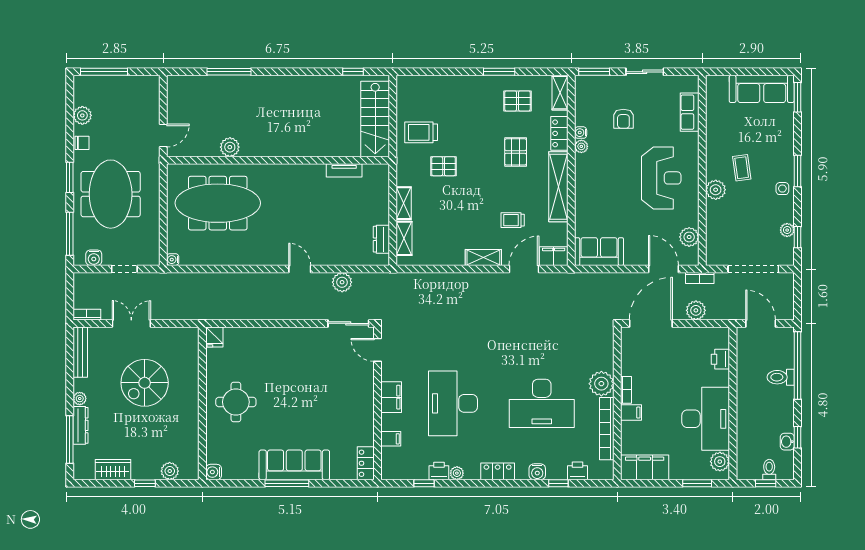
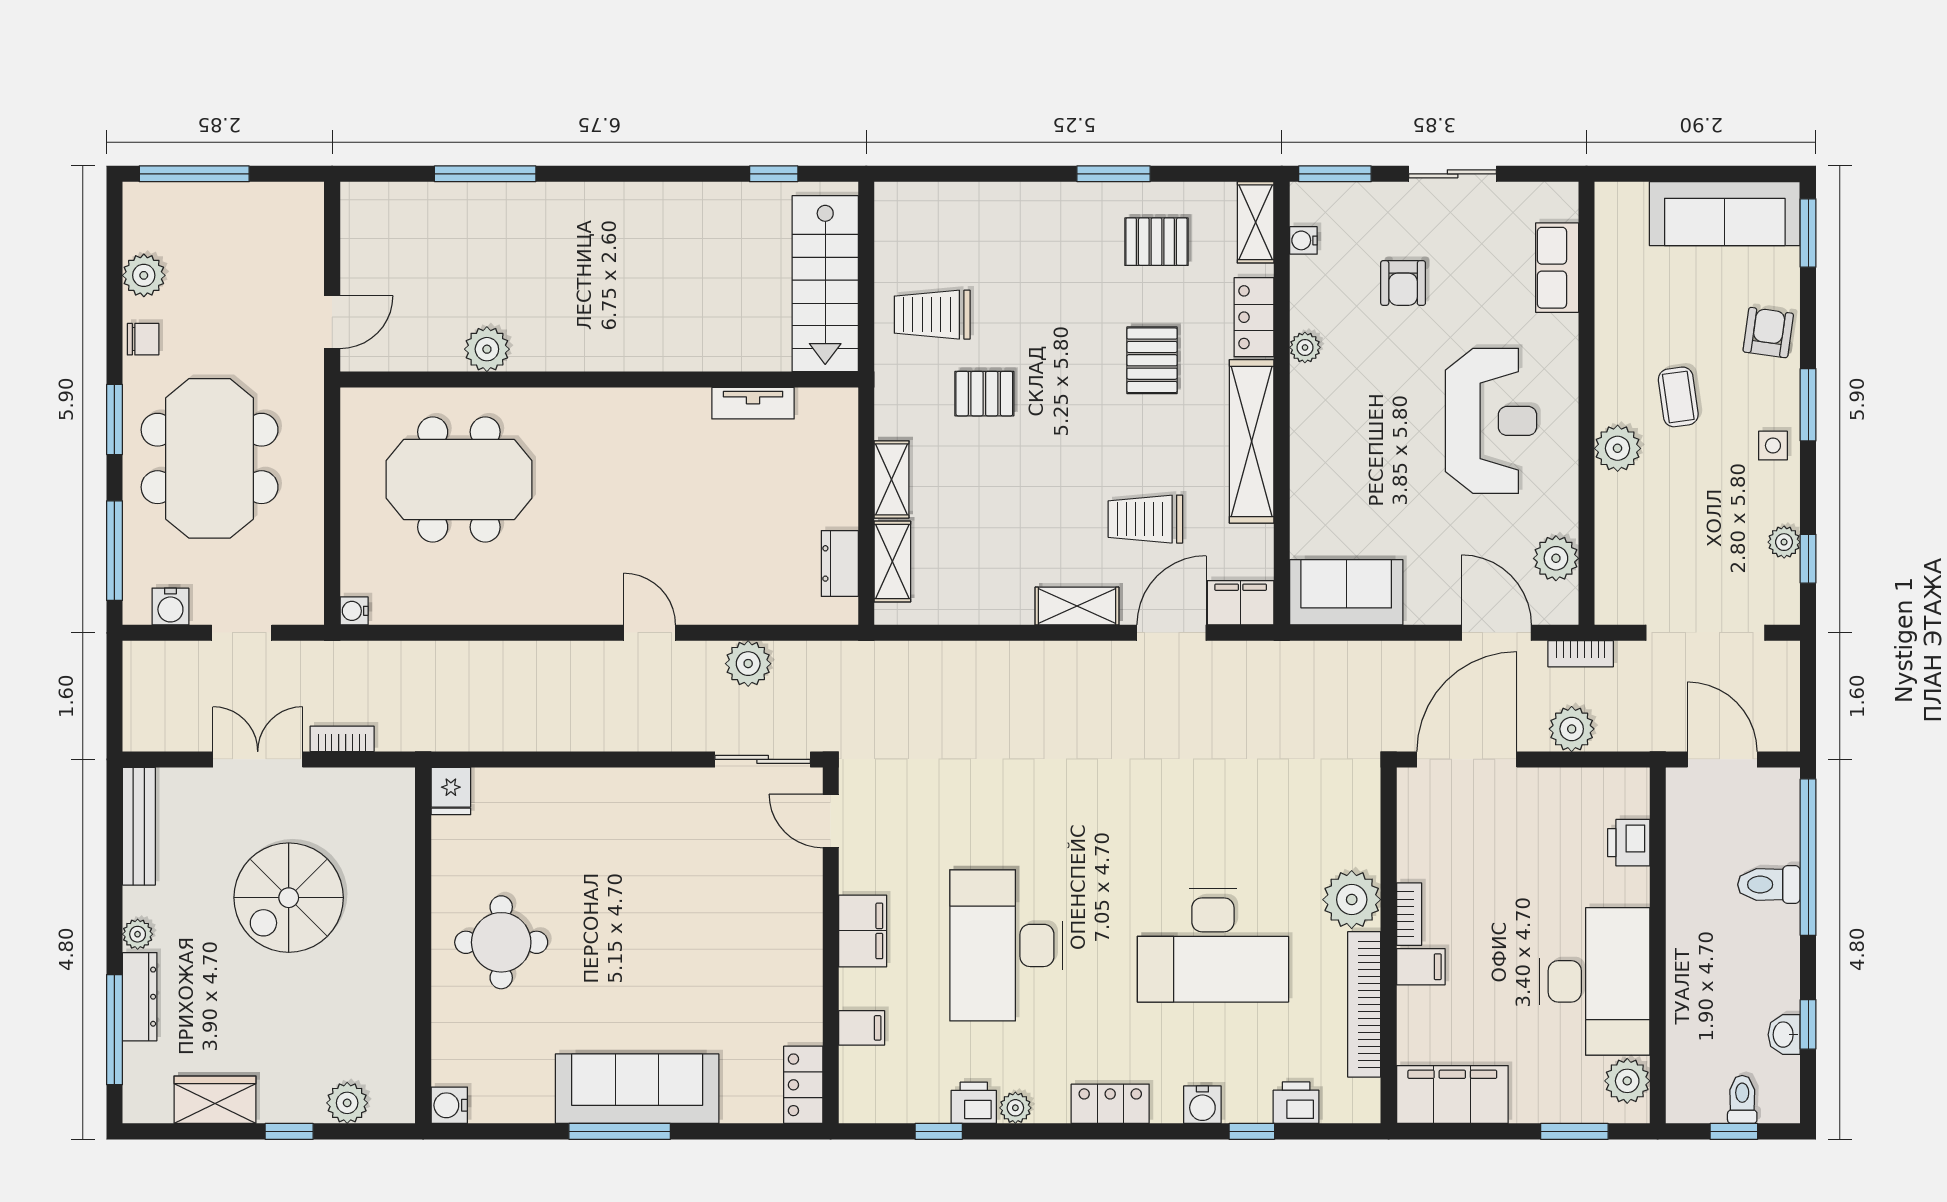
water cooler: (581, 133) -> (1303, 240), moved
armchair: (780, 140) -> (1768, 333), added
meeting table: (218, 203) -> (459, 479), width x0.73
trolley: (513, 220) -> (1145, 519), width x1.36, depth x1.39
bookcase: (87, 315) -> (342, 739), moved

